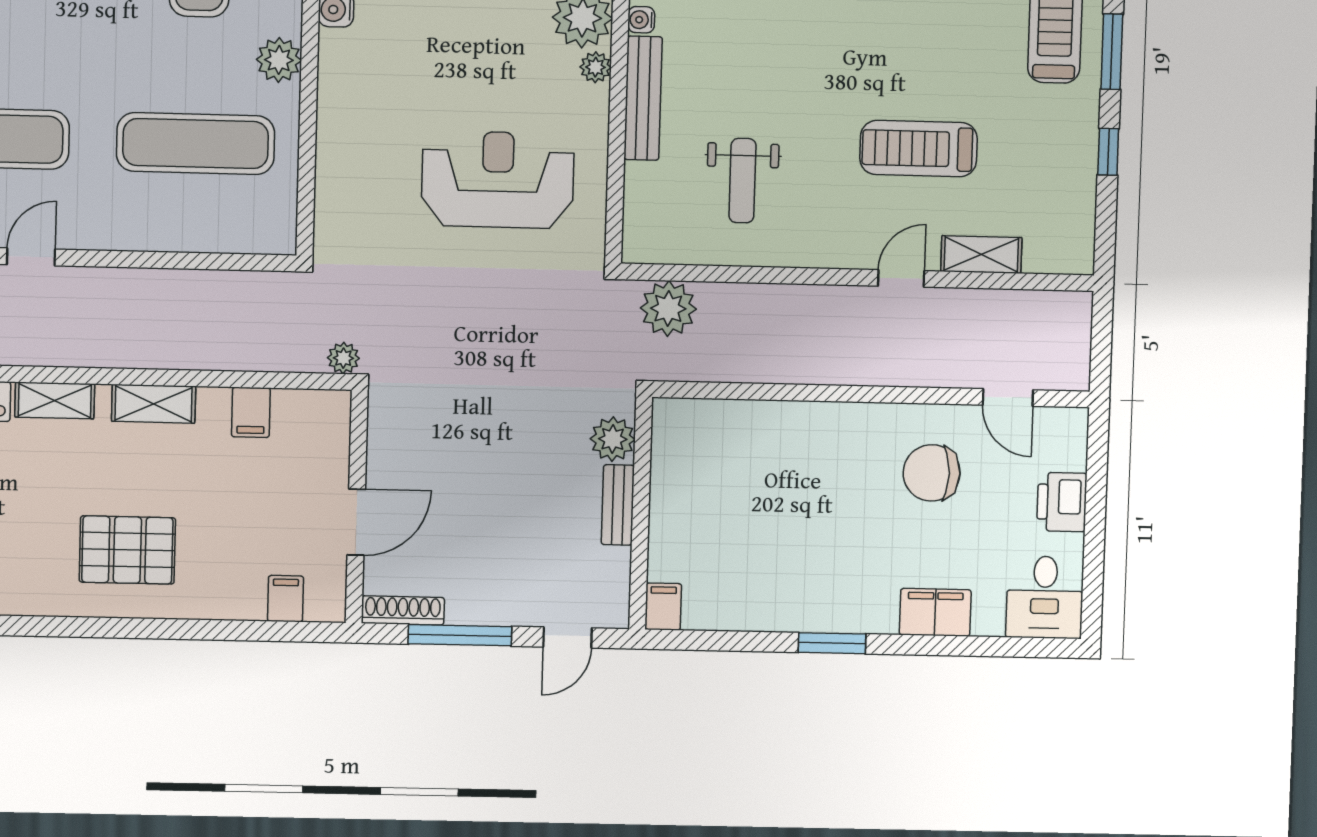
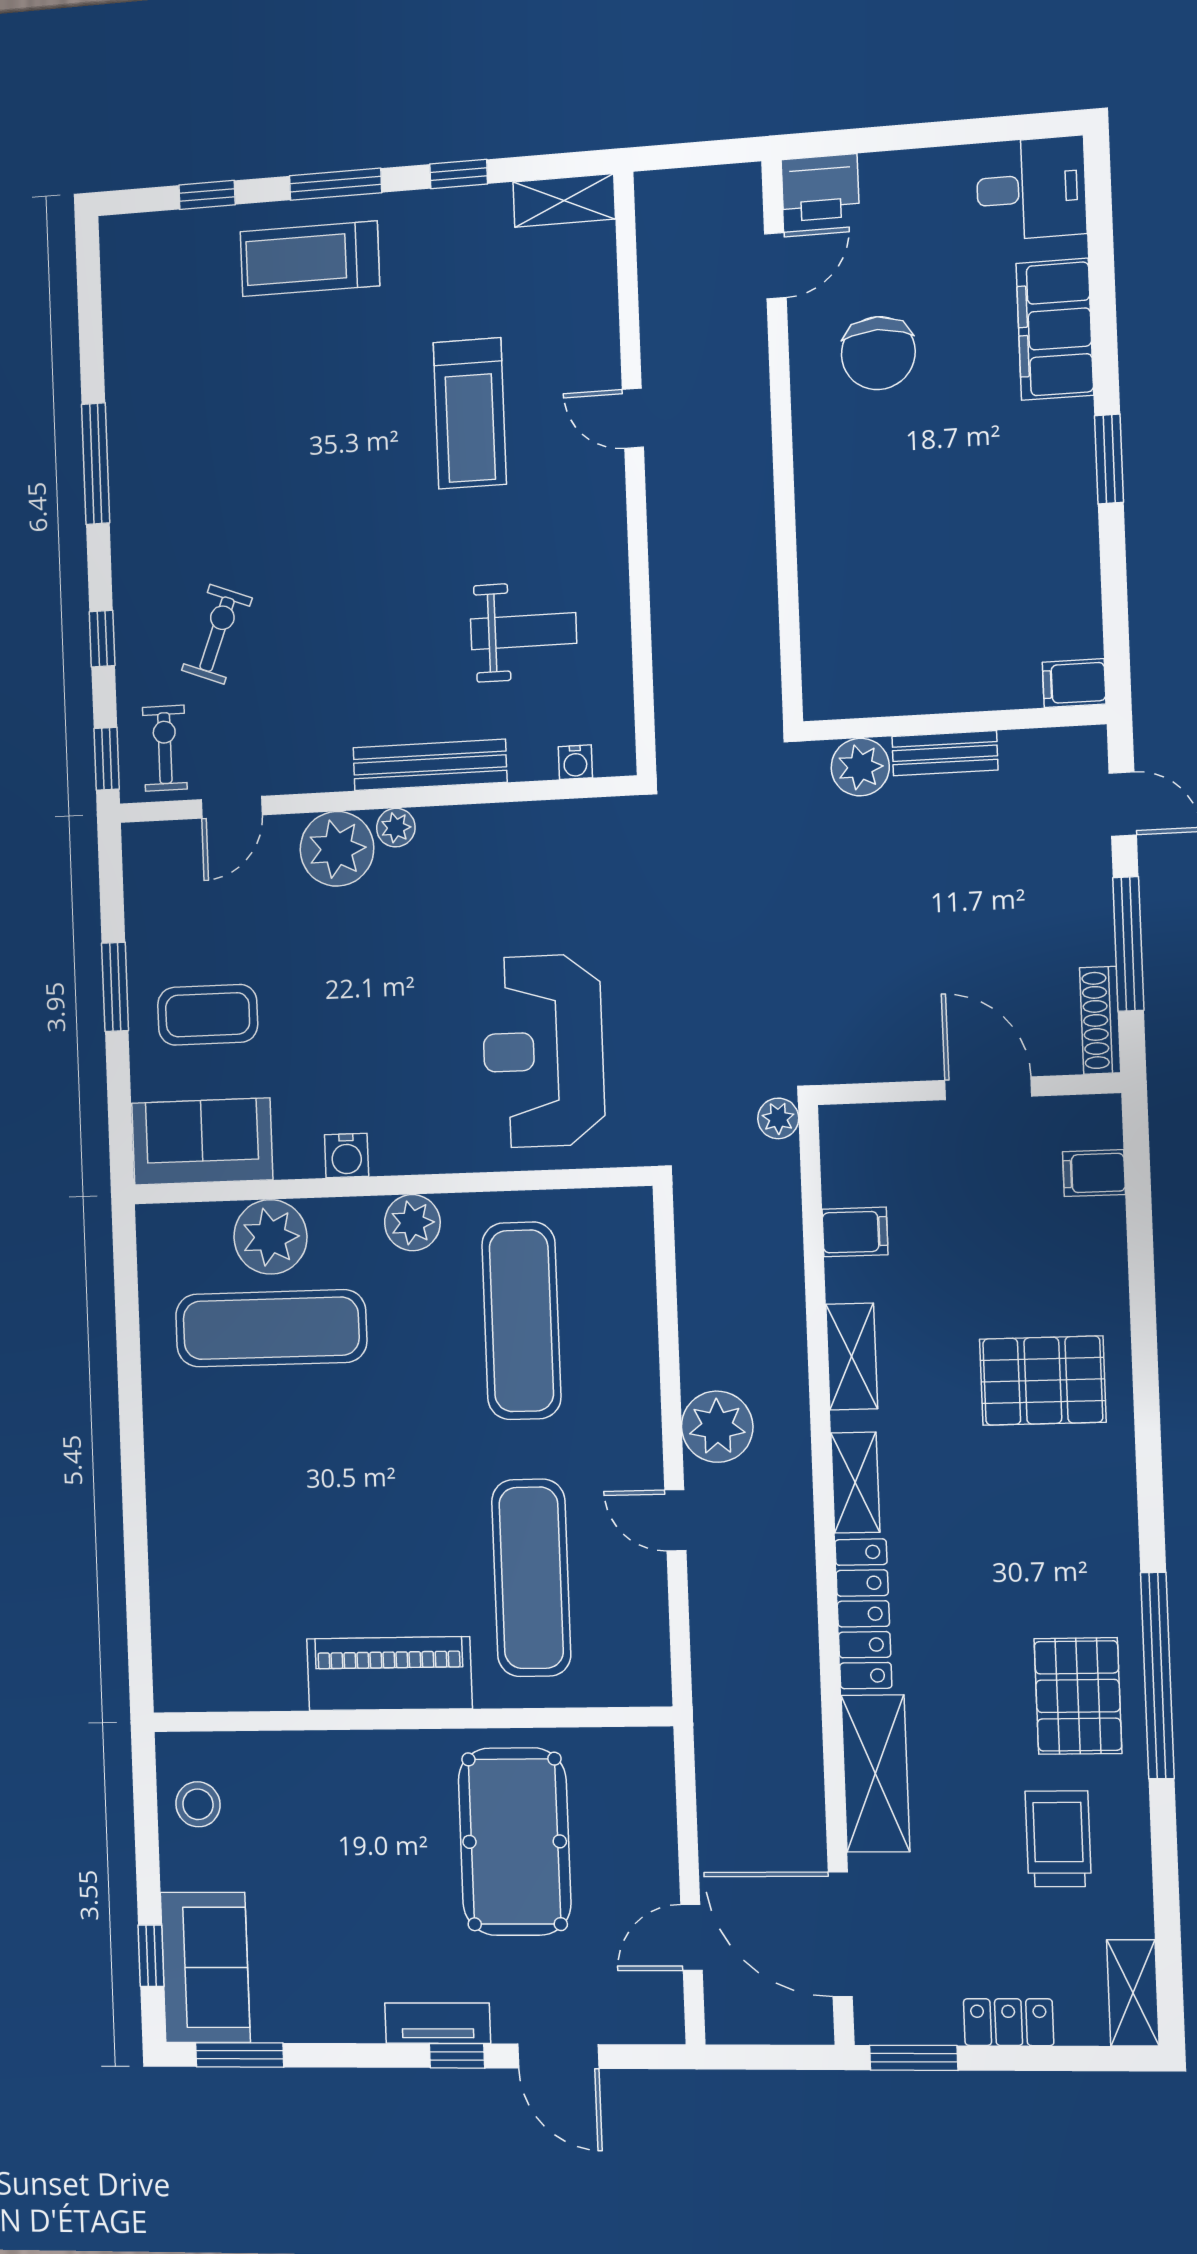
water cooler: (641, 20) -> (575, 762), moved
reception desk: (498, 180) -> (543, 1051), moved
shelving: (981, 255) -> (564, 200), moved, turned 90
plant: (668, 308) -> (717, 1427), moved
printer: (1062, 502) -> (820, 188), moved
pallet: (127, 550) -> (1043, 1381), turned 90
filing cabinet: (935, 612) -> (1055, 329), width x1.50, depth x1.17

